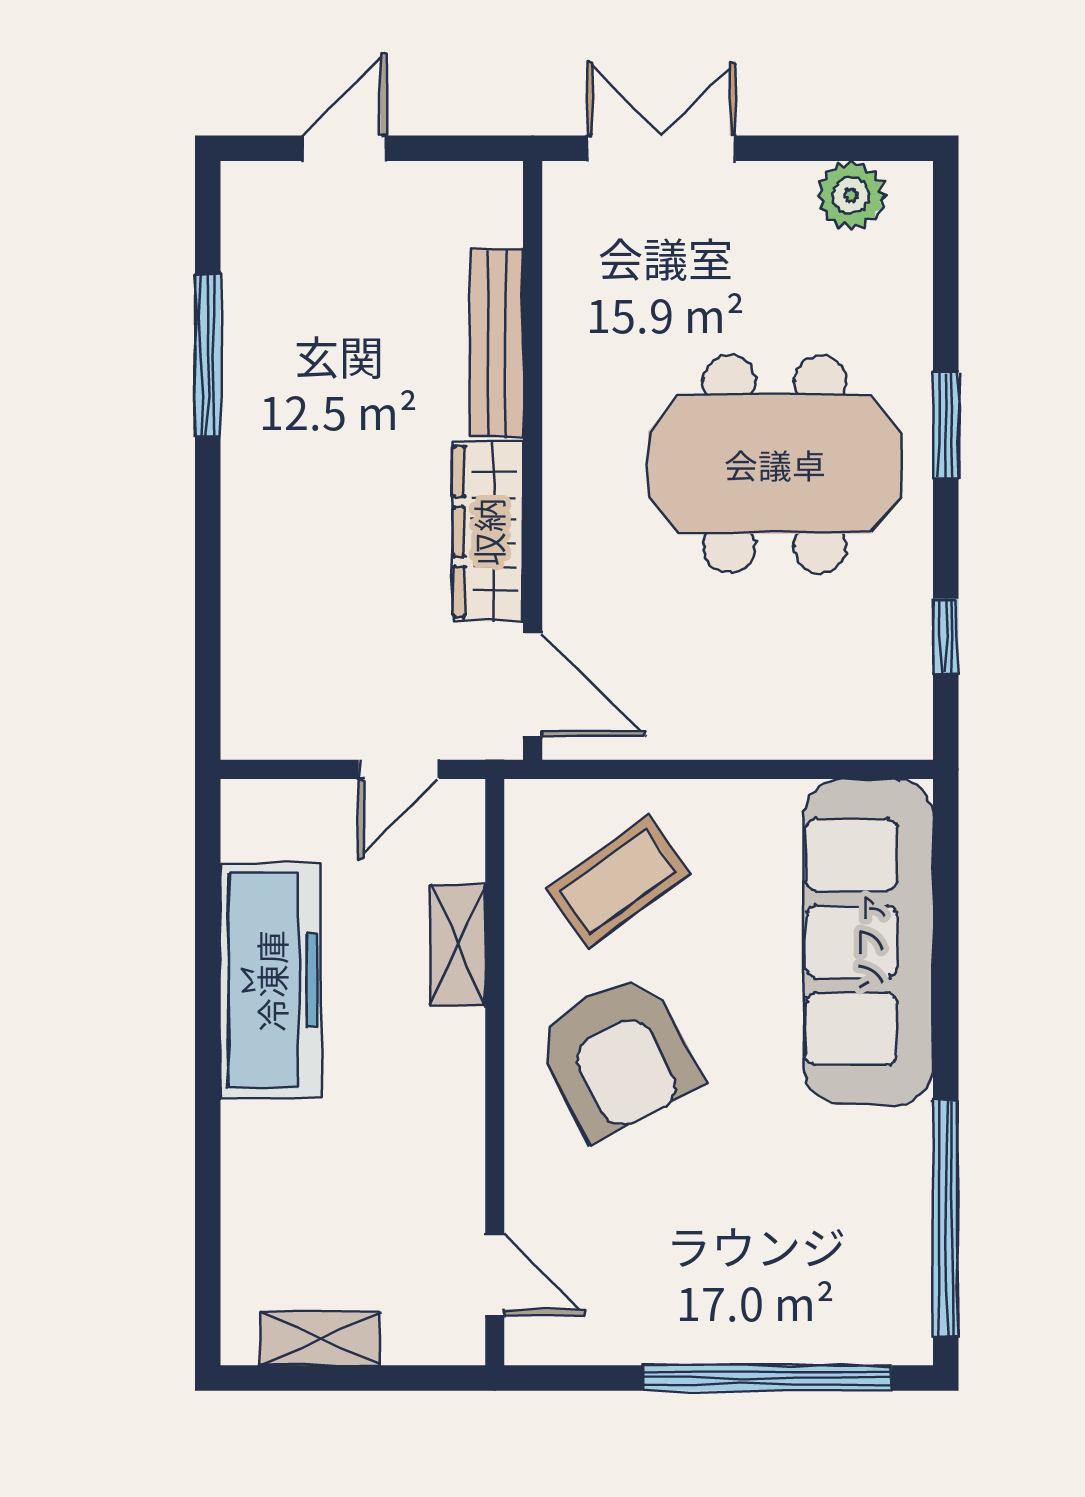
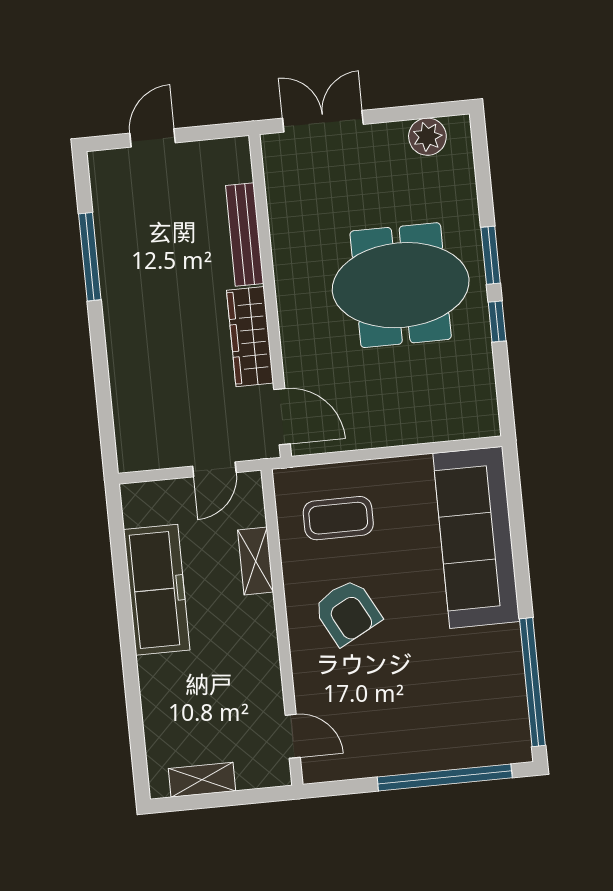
window: (946, 636) -> (497, 322), moved
coffee table: (618, 882) -> (338, 518), turned 36
armchair: (618, 1056) -> (347, 612), width x0.73, depth x0.73

